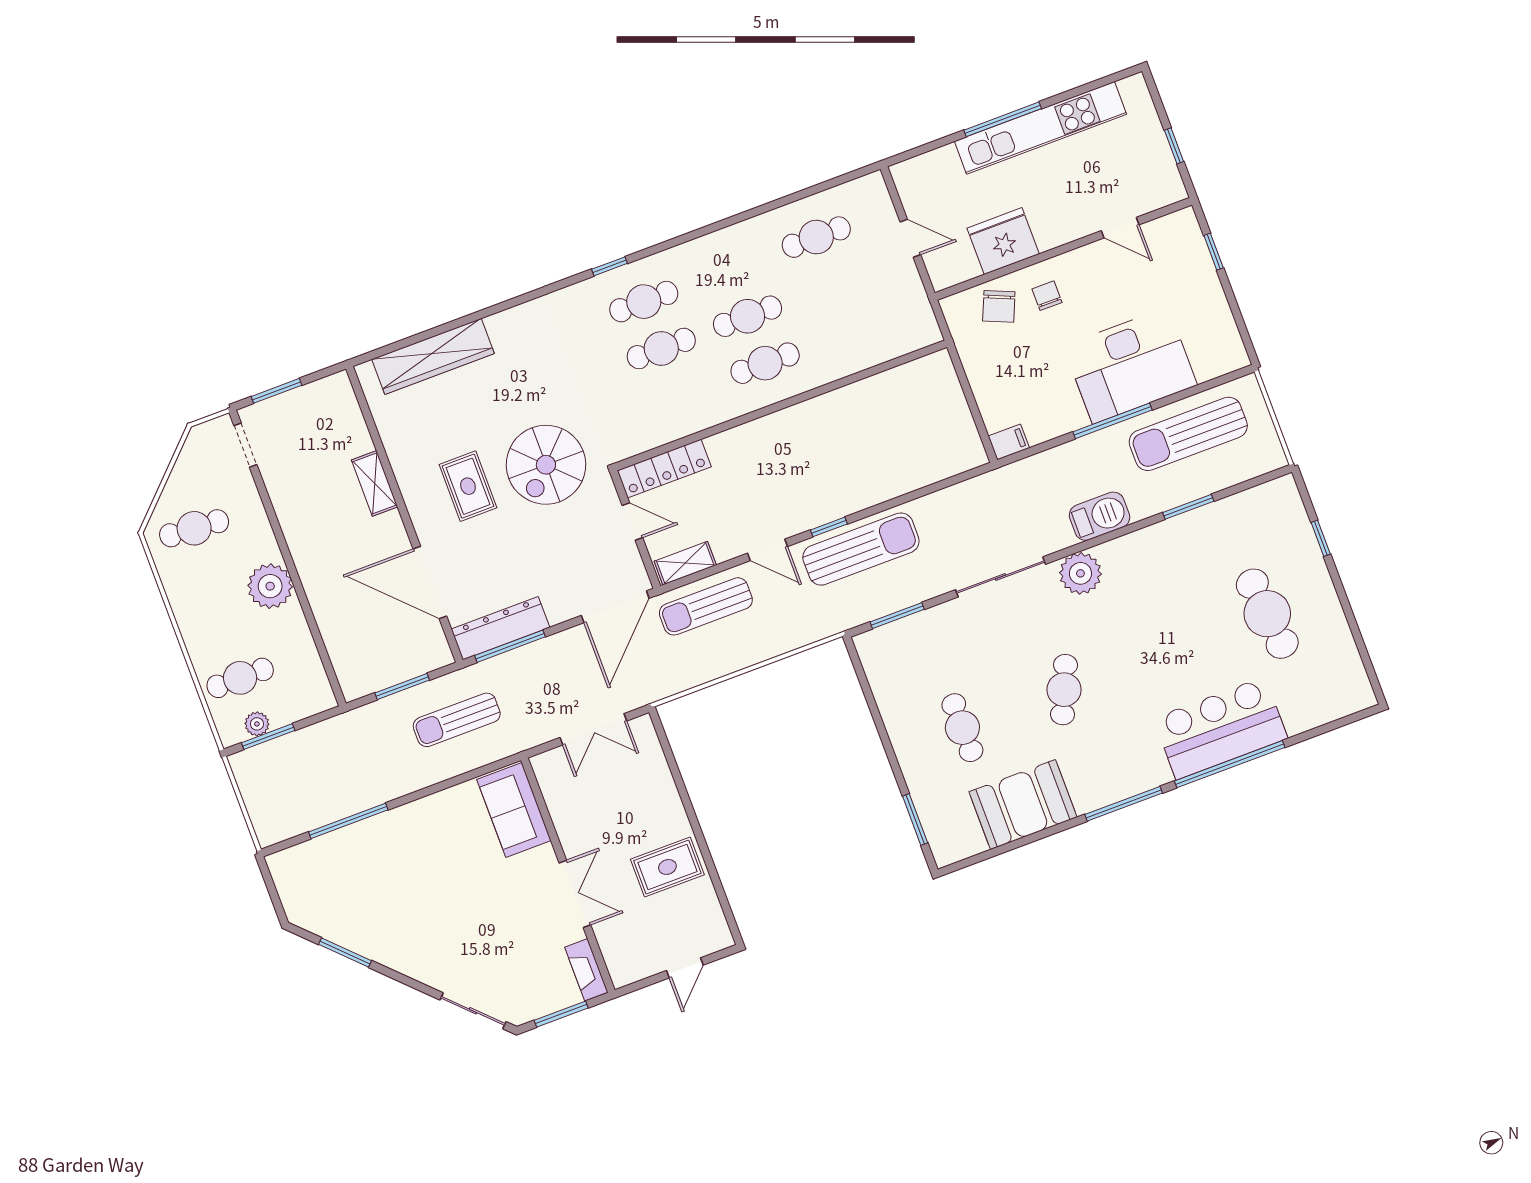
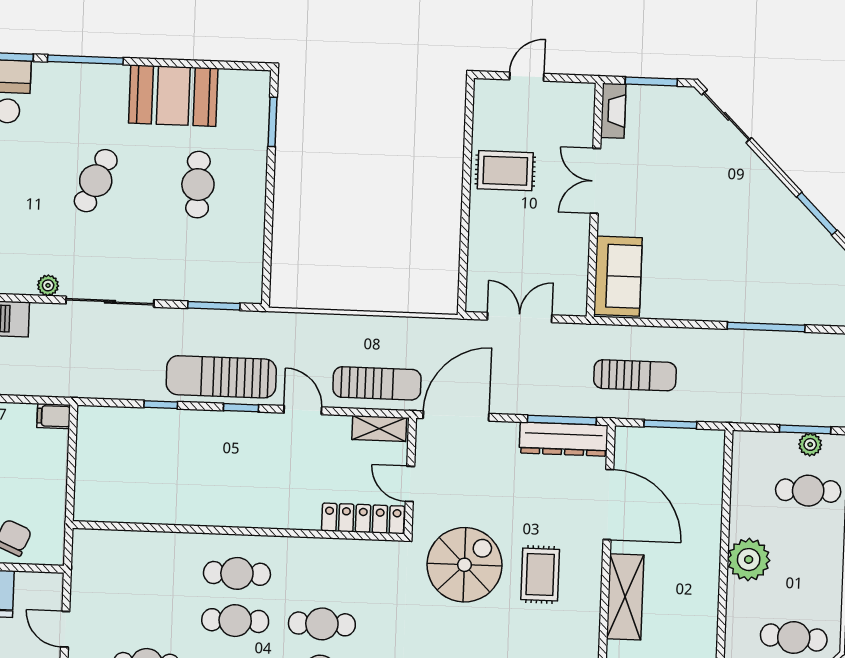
shelving: (375, 483) -> (625, 597), width x1.50, depth x1.33
window: (909, 497) -> (161, 405), added
plant: (1080, 573) -> (48, 285), width x0.53, depth x0.53

